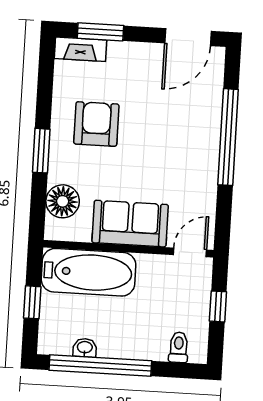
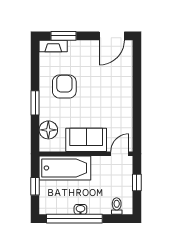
window: (228, 137) -> (137, 89), removed
washbasin: (85, 348) -> (80, 209), moved

